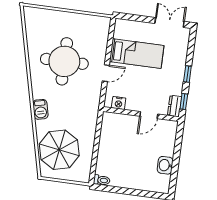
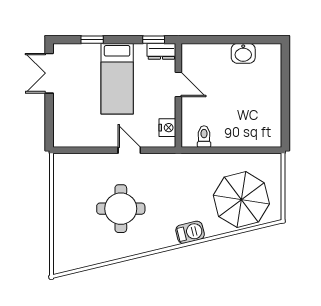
bed: (137, 54) -> (117, 79), moved, turned 180
round table: (64, 61) -> (121, 209), width x0.73, depth x0.73
window: (187, 74) -> (92, 40), moved
toilet: (102, 180) -> (204, 137), moved

